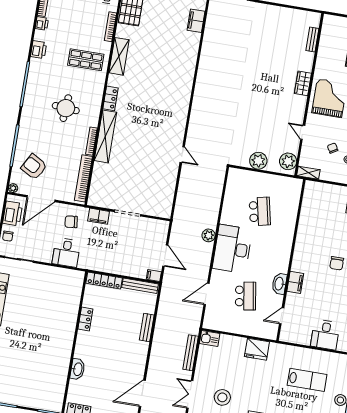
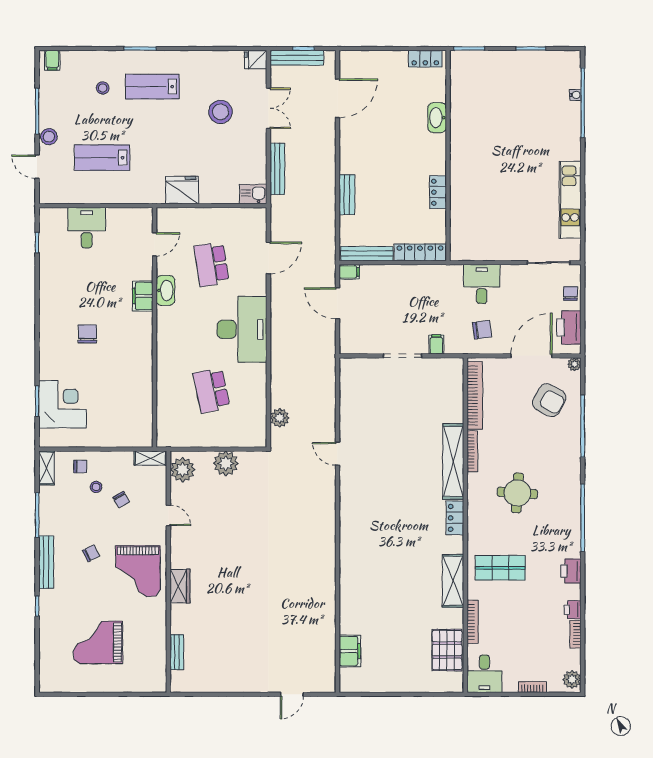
filing cabinet: (99, 216) -> (436, 344), width x0.50
plant: (209, 235) -> (280, 418), moved

